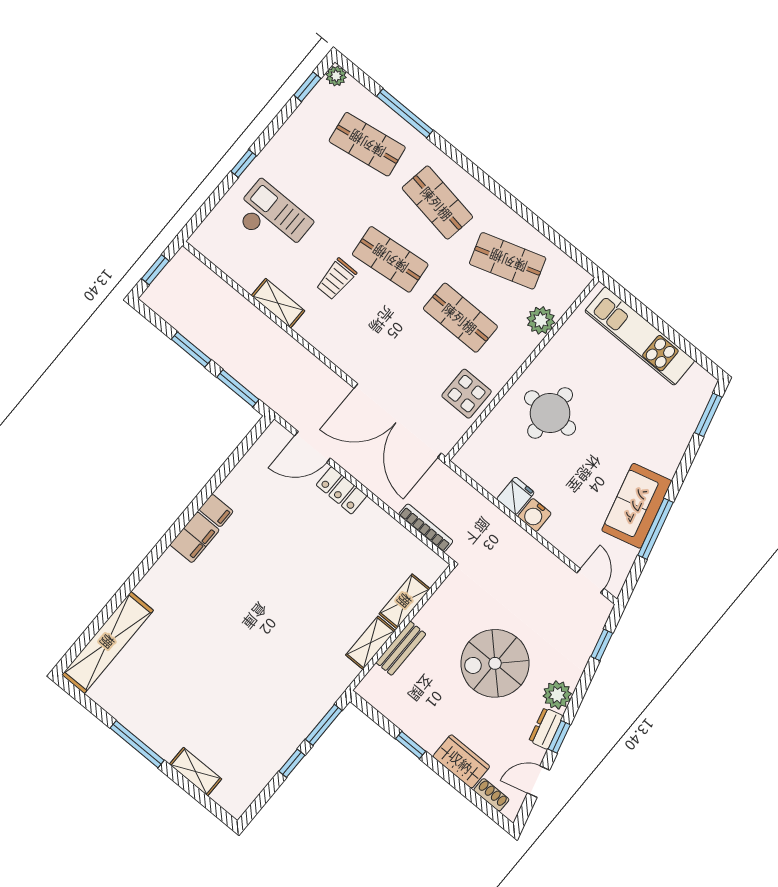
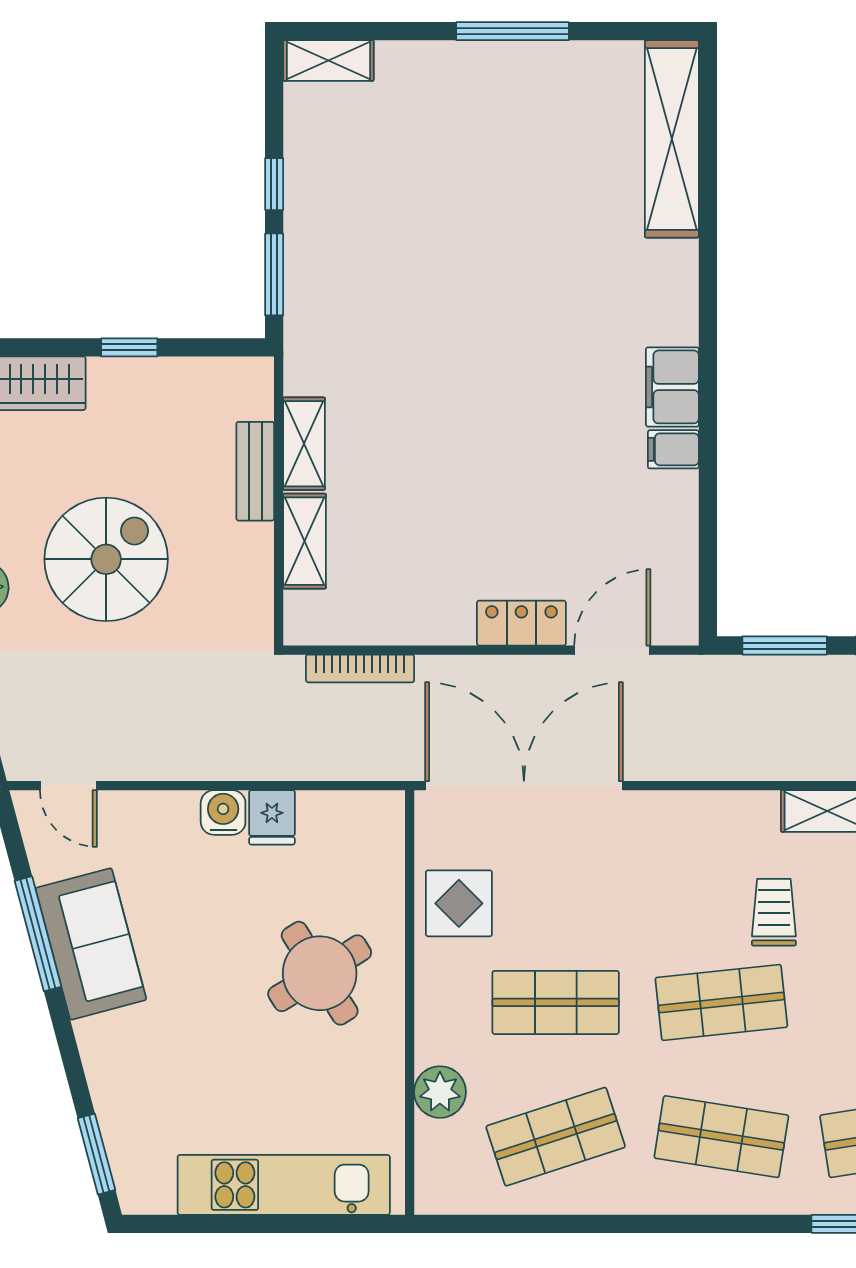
round table: (550, 413) -> (320, 973), turned -32
shelving: (196, 772) -> (328, 61), moved

